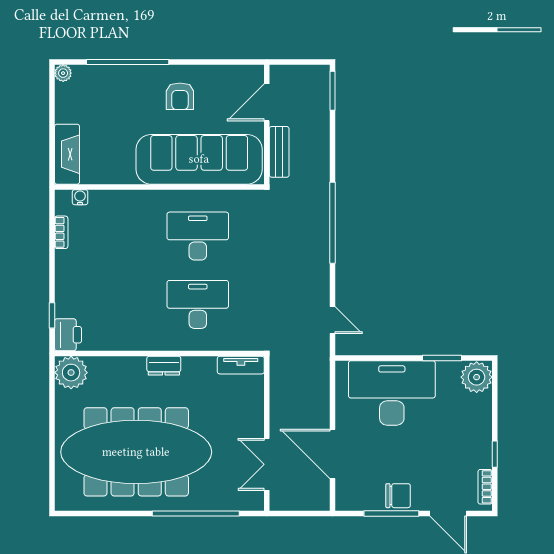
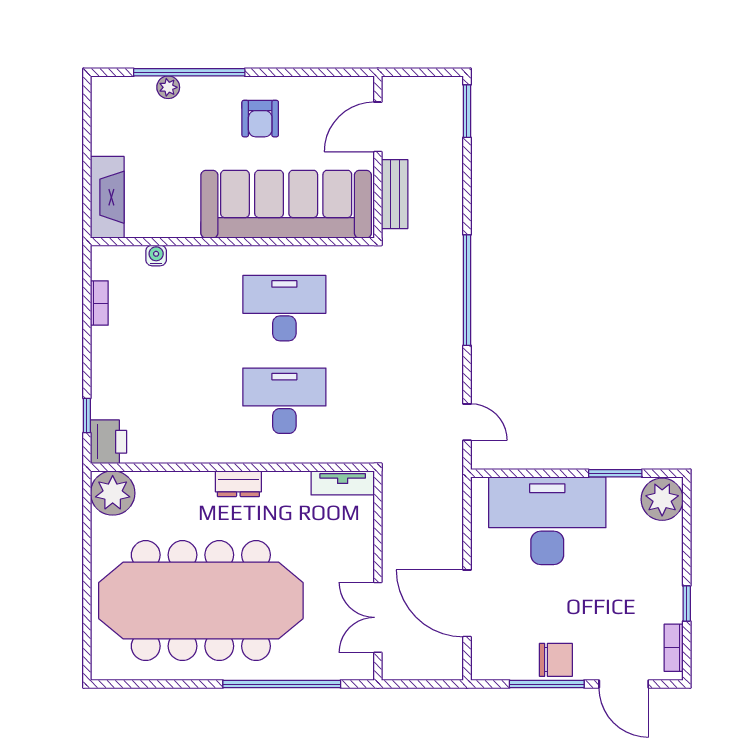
plant: (63, 73) -> (168, 87), moved
water cooler: (80, 197) -> (156, 255), moved

